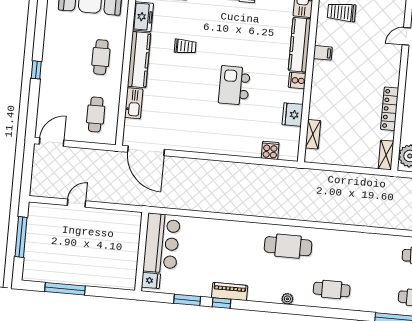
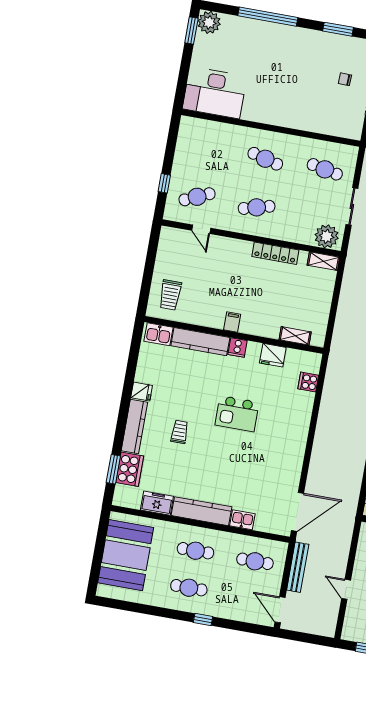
trolley: (185, 46) -> (180, 432), moved
filing cabinet: (323, 53) -> (232, 322), moved
cafe table: (65, 54) -> (189, 588), added
kitchen sink: (134, 103) -> (242, 520), width x0.73
bench: (94, 155) -> (298, 567), added

